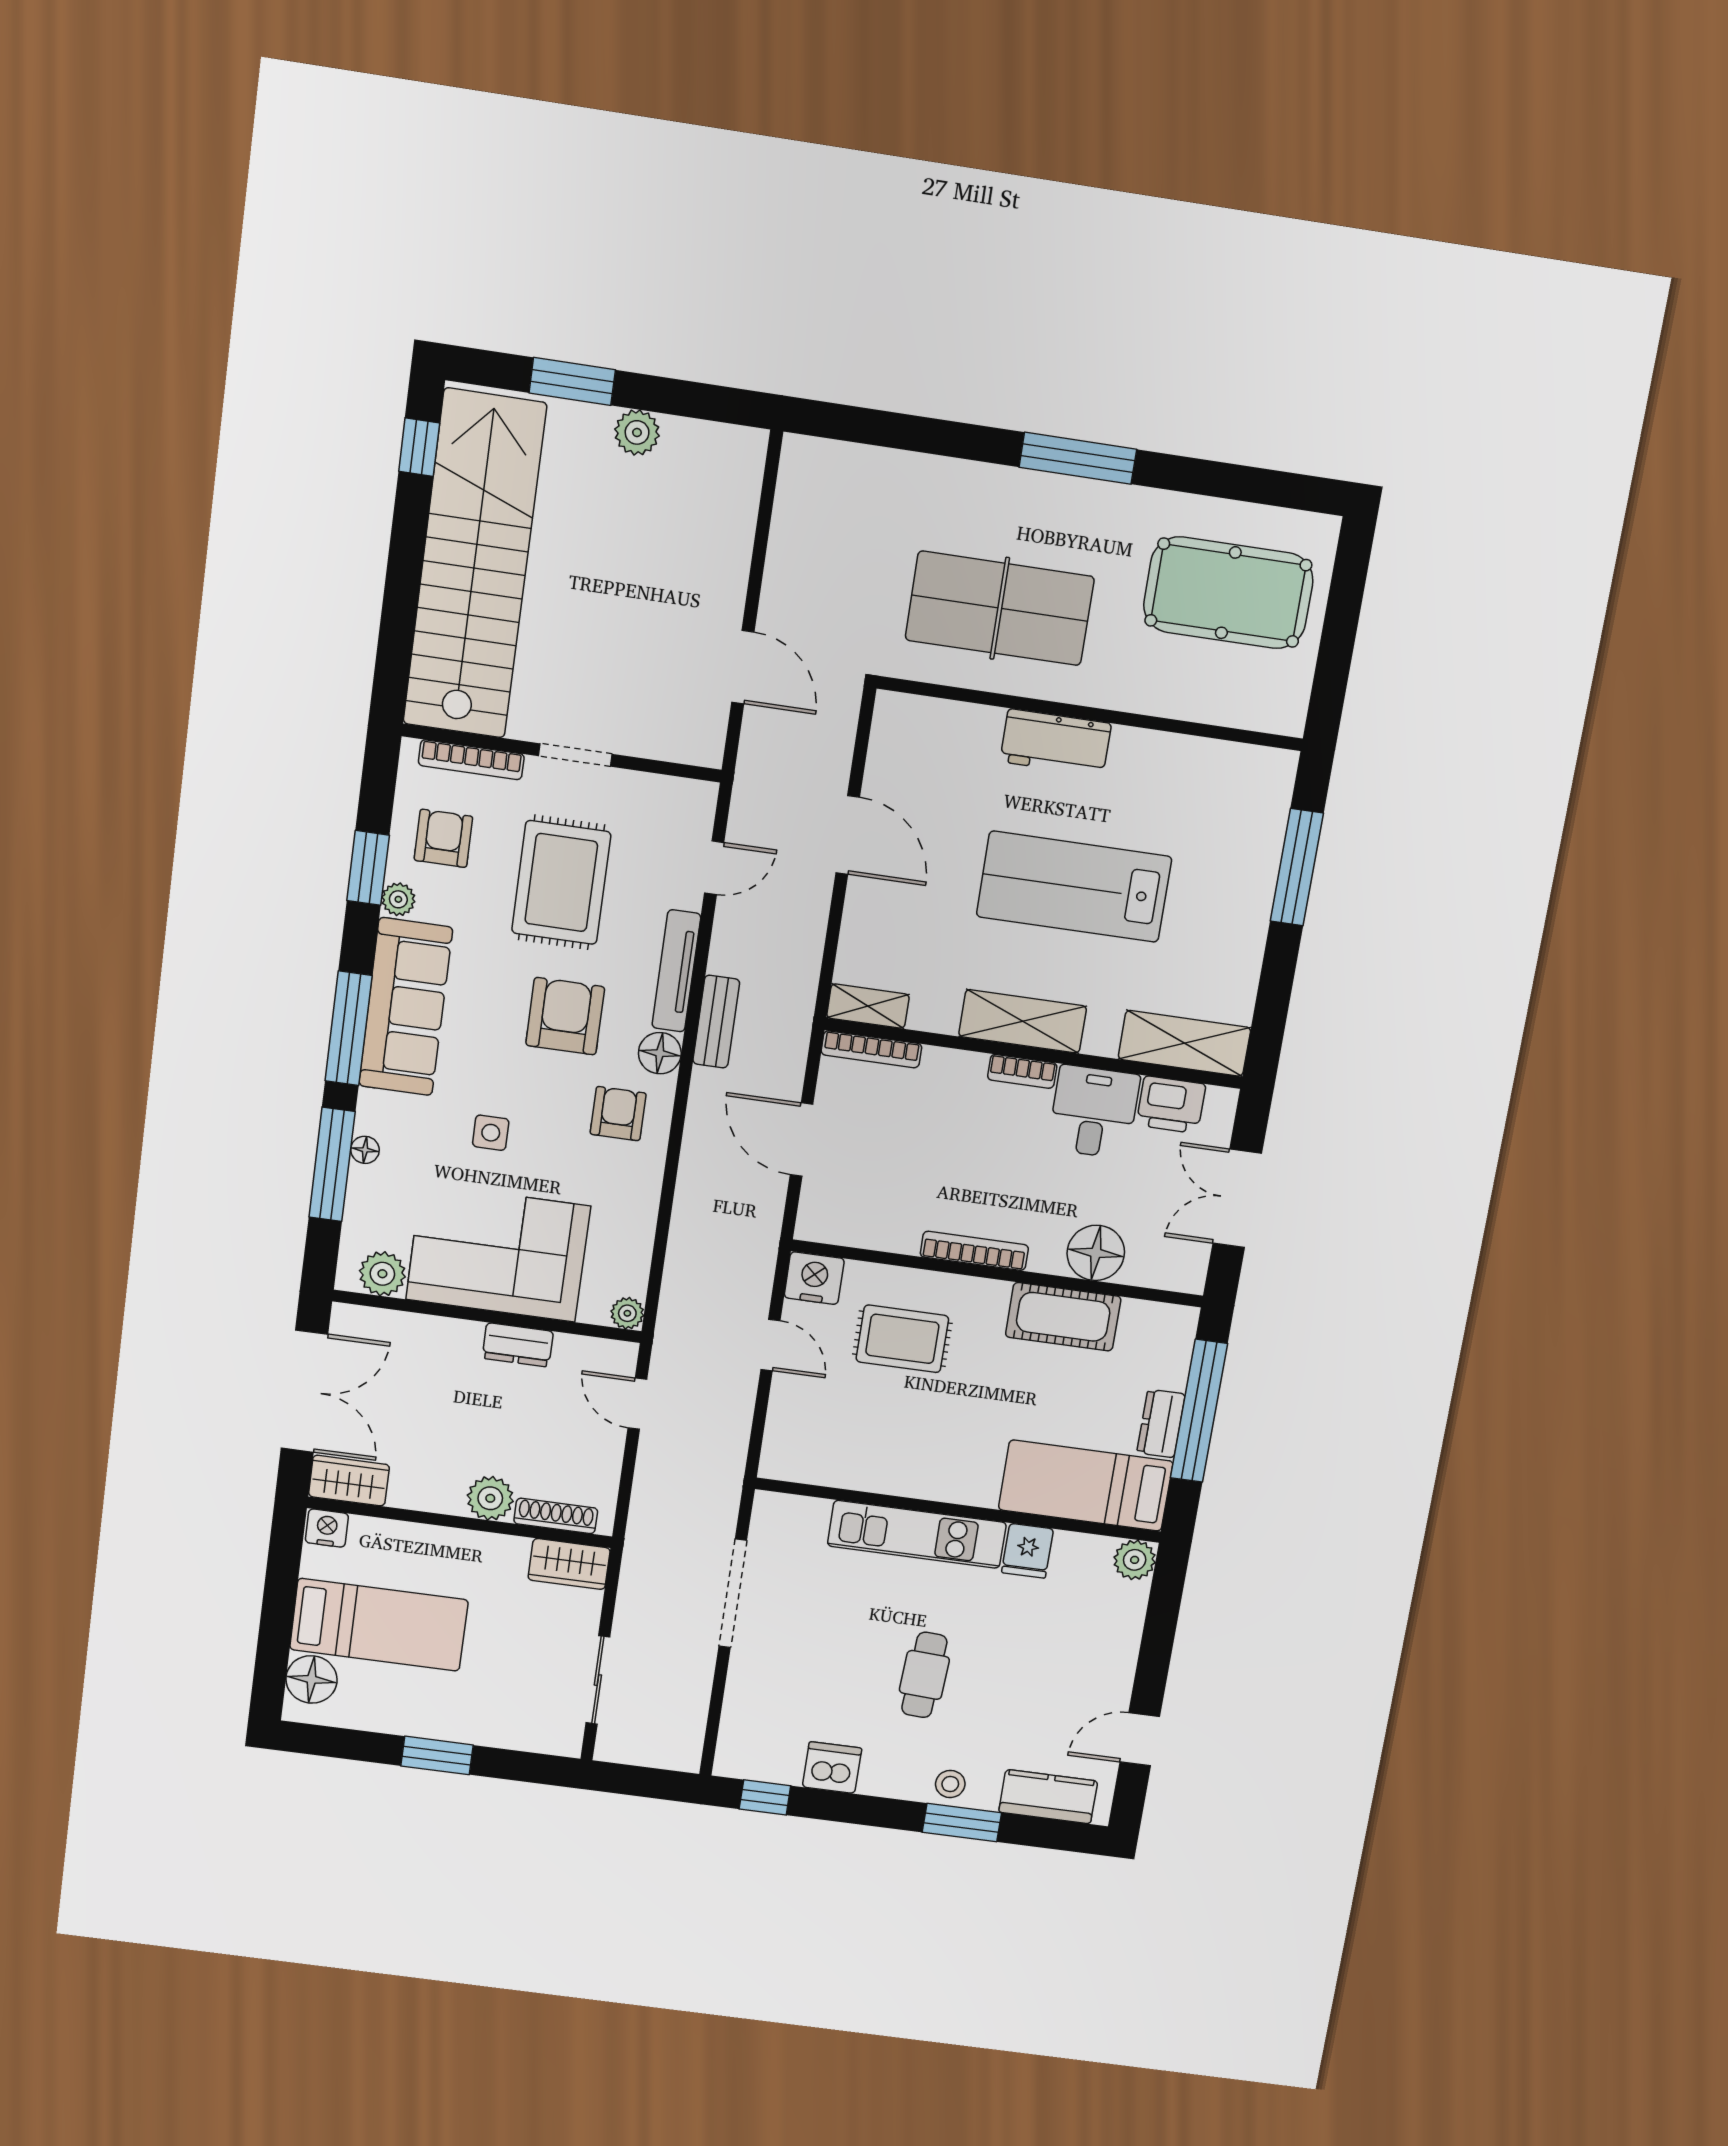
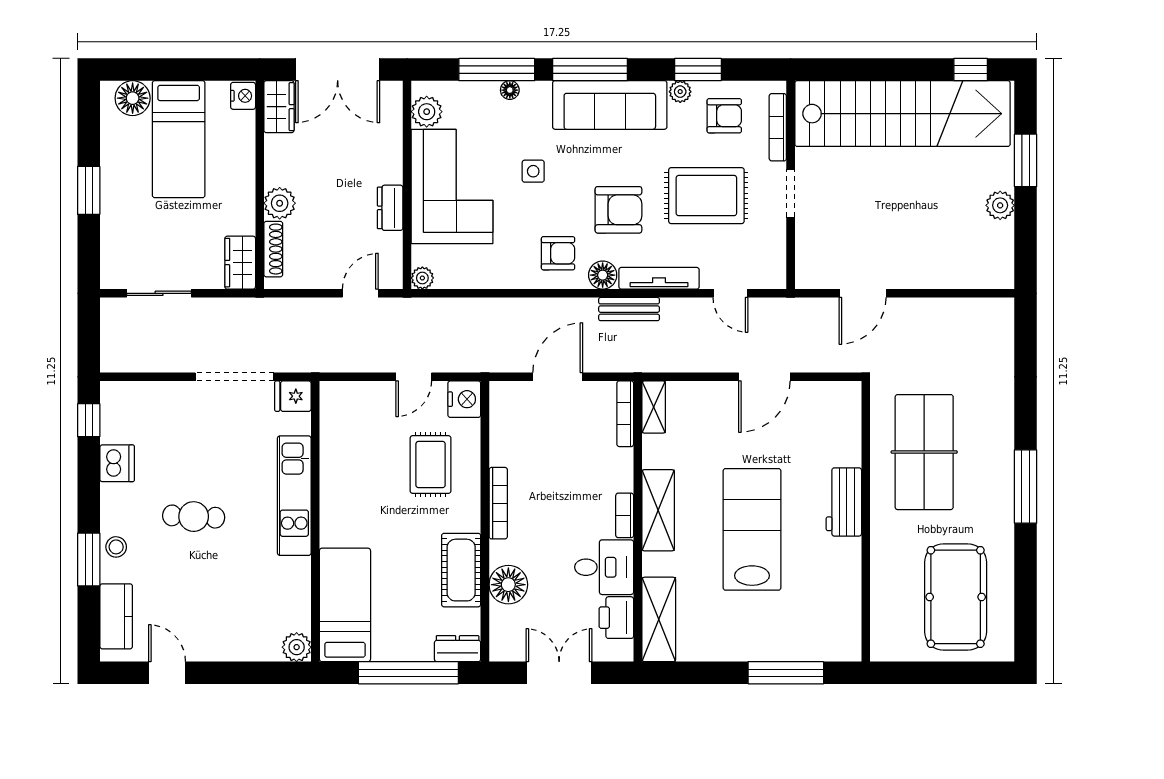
dresser: (1161, 1424) -> (458, 649), moved
fridge: (1027, 1551) -> (293, 396), moved

